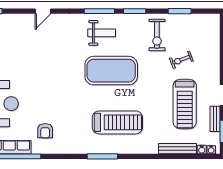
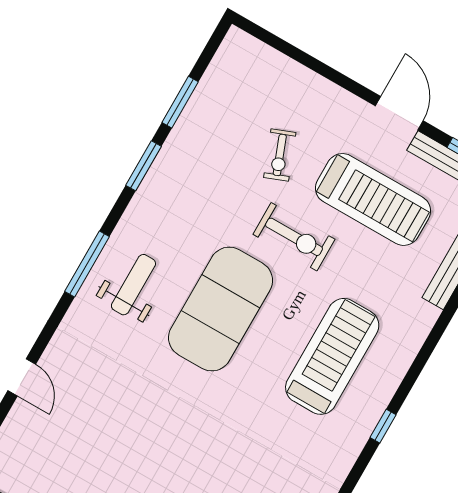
window: (135, 11) -> (143, 166), moved
exercise bike: (157, 35) -> (294, 237), moved
window: (102, 156) -> (383, 426), width x0.46

